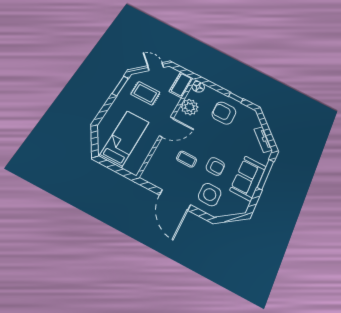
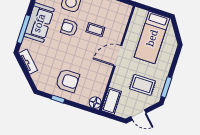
plant: (190, 107) -> (100, 80), removed

